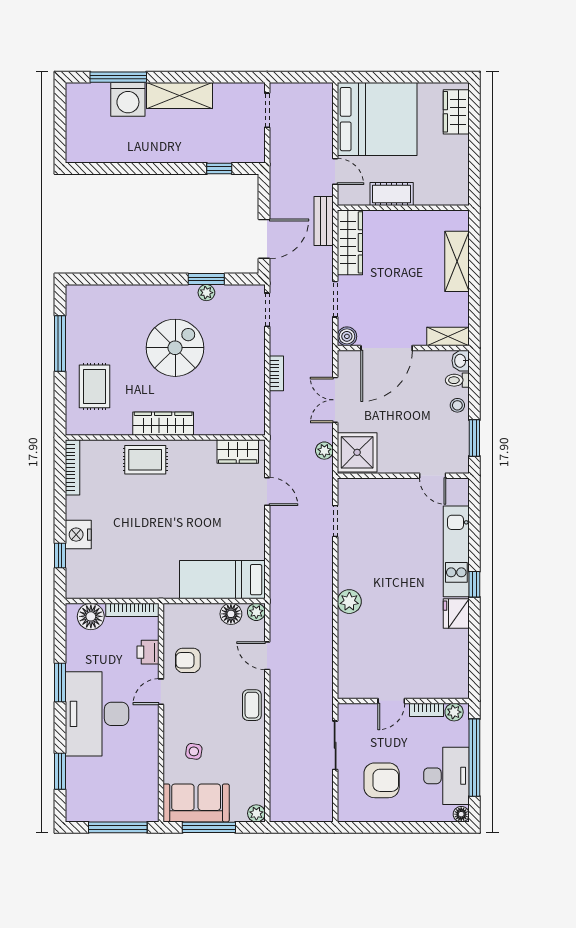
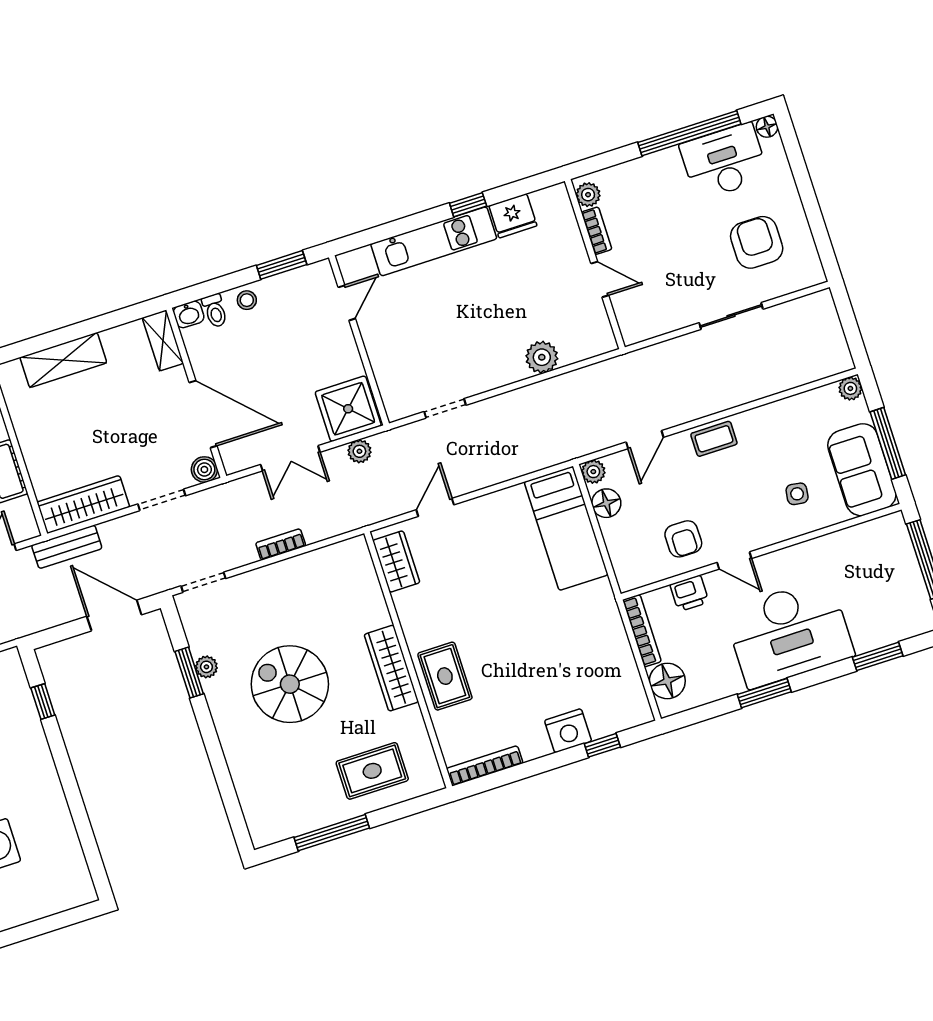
door: (391, 701) -> (600, 279), moved
wall: (403, 701) -> (595, 264), moved
bookcase: (426, 710) -> (597, 231), moved
plant: (454, 712) -> (588, 195), moved

